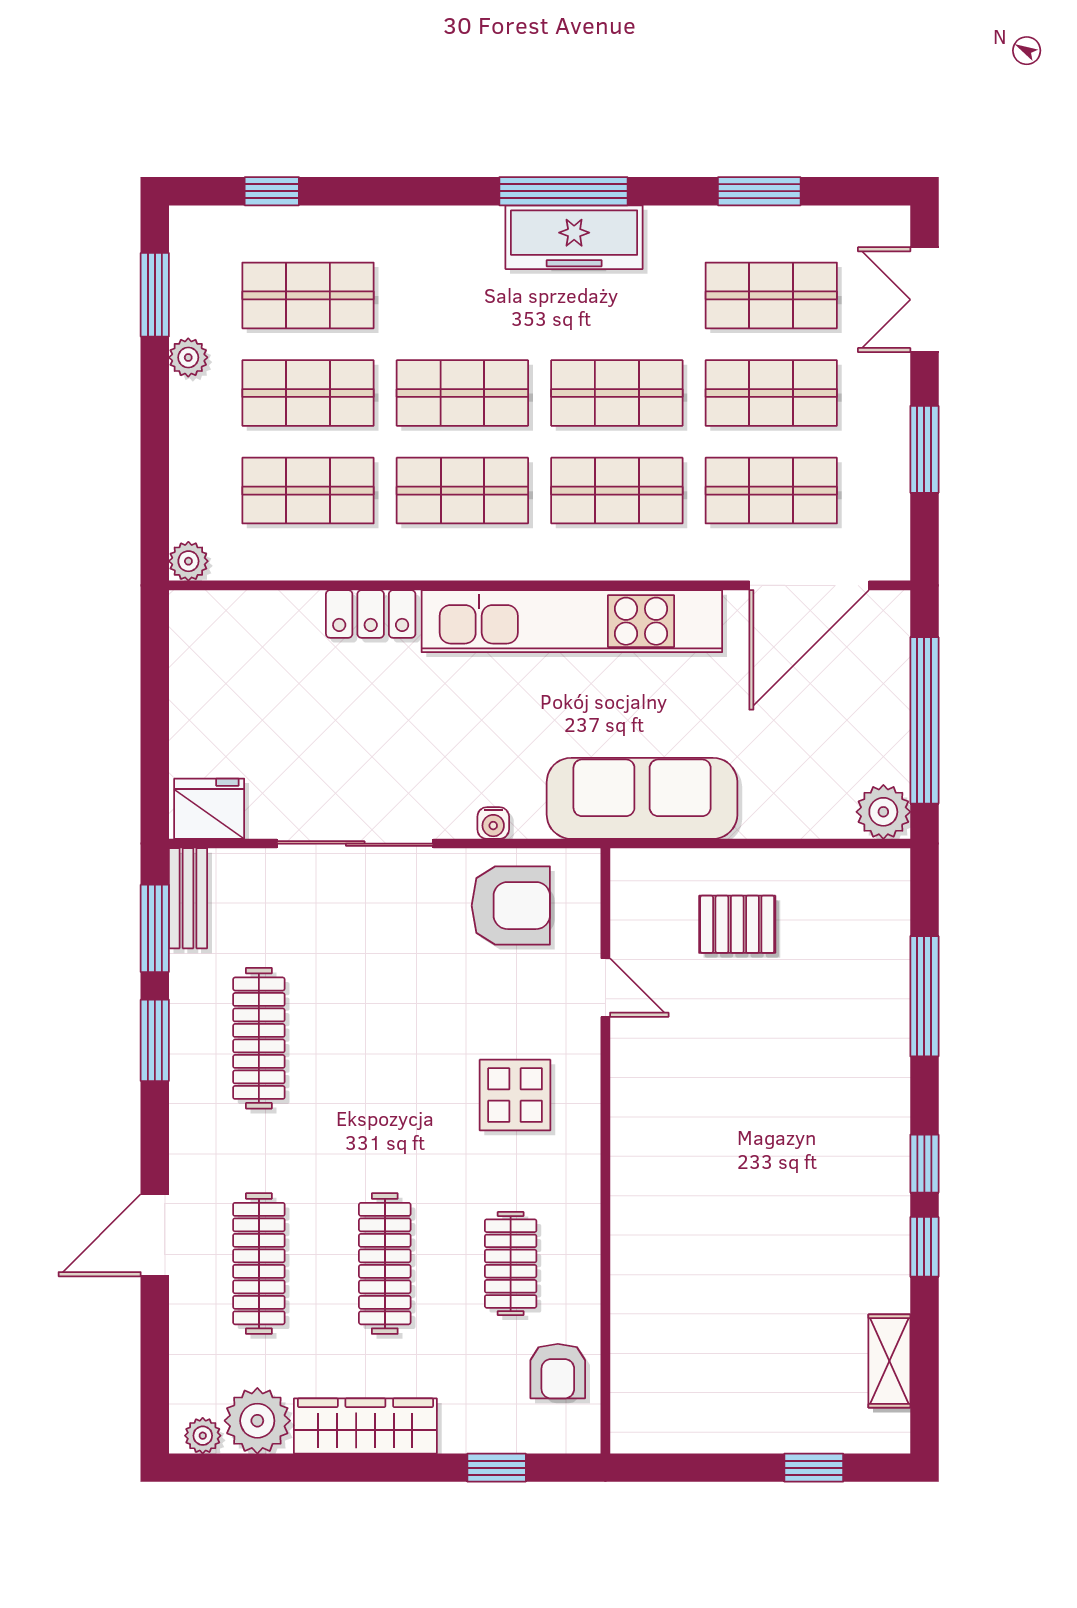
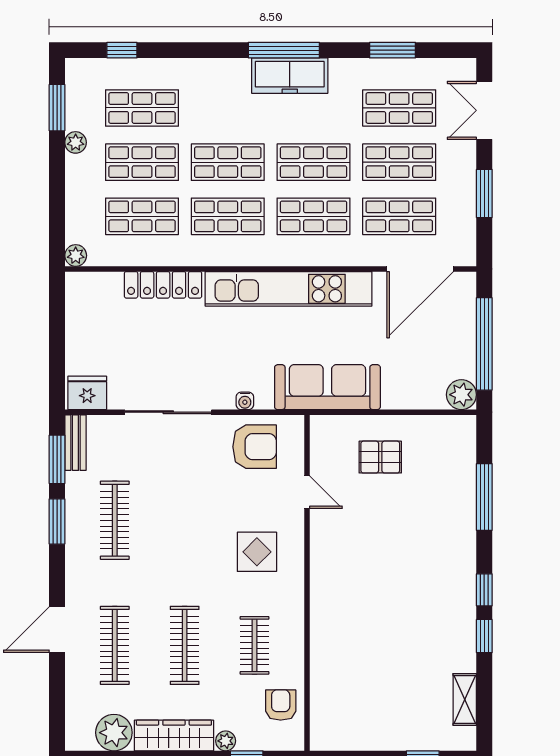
locker: (371, 614) -> (163, 285), width x1.53
armchair: (558, 1371) -> (281, 705), turned 180
plant: (203, 1436) -> (226, 741), moved

